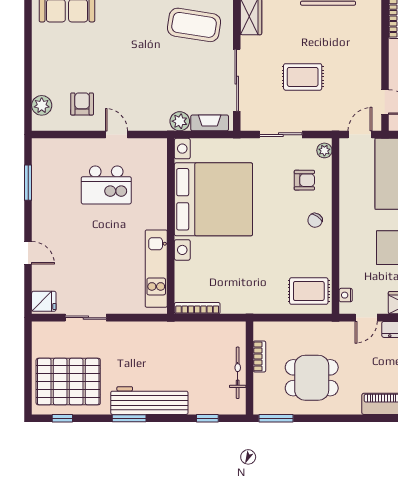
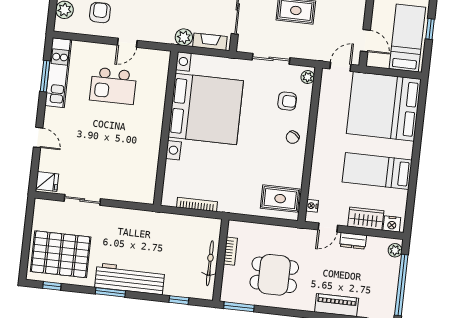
door: (117, 135) -> (127, 43), swing flipped
kitchen unit: (156, 269) -> (58, 73), moved, turned 180
bookcase: (197, 308) -> (197, 204), moved

